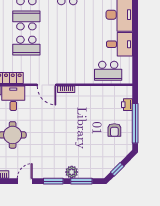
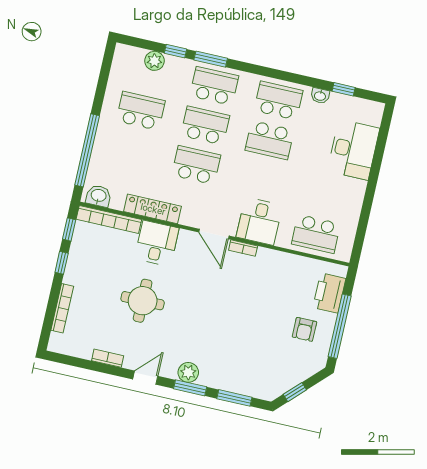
school desk: (67, 20) -> (270, 140), added
desk: (120, 44) -> (259, 221), moved, turned 90
school desk: (26, 46) -> (196, 165), turned 180
printer: (127, 105) -> (329, 293), width x1.87, depth x1.48
plant: (72, 172) -> (188, 372), moved

